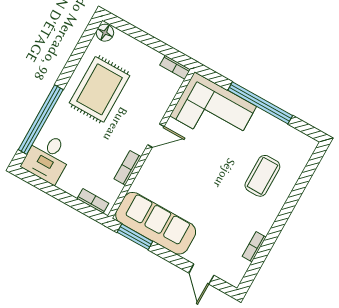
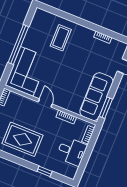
window: (41, 120) -> (45, 171), width x0.32
desk: (48, 158) -> (72, 151), moved
coffee table: (262, 176) -> (61, 38), turned 90

